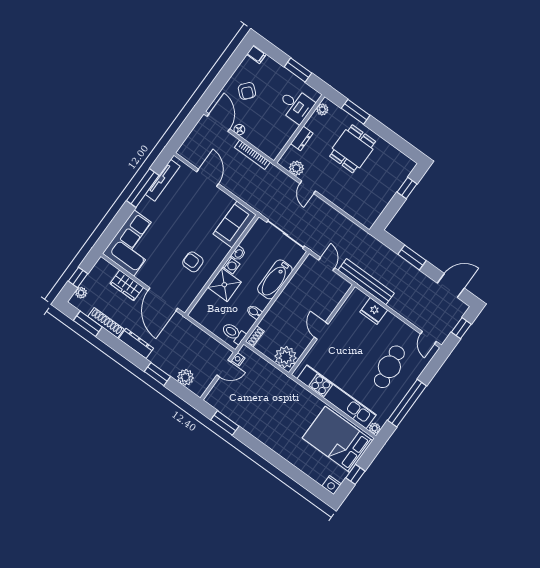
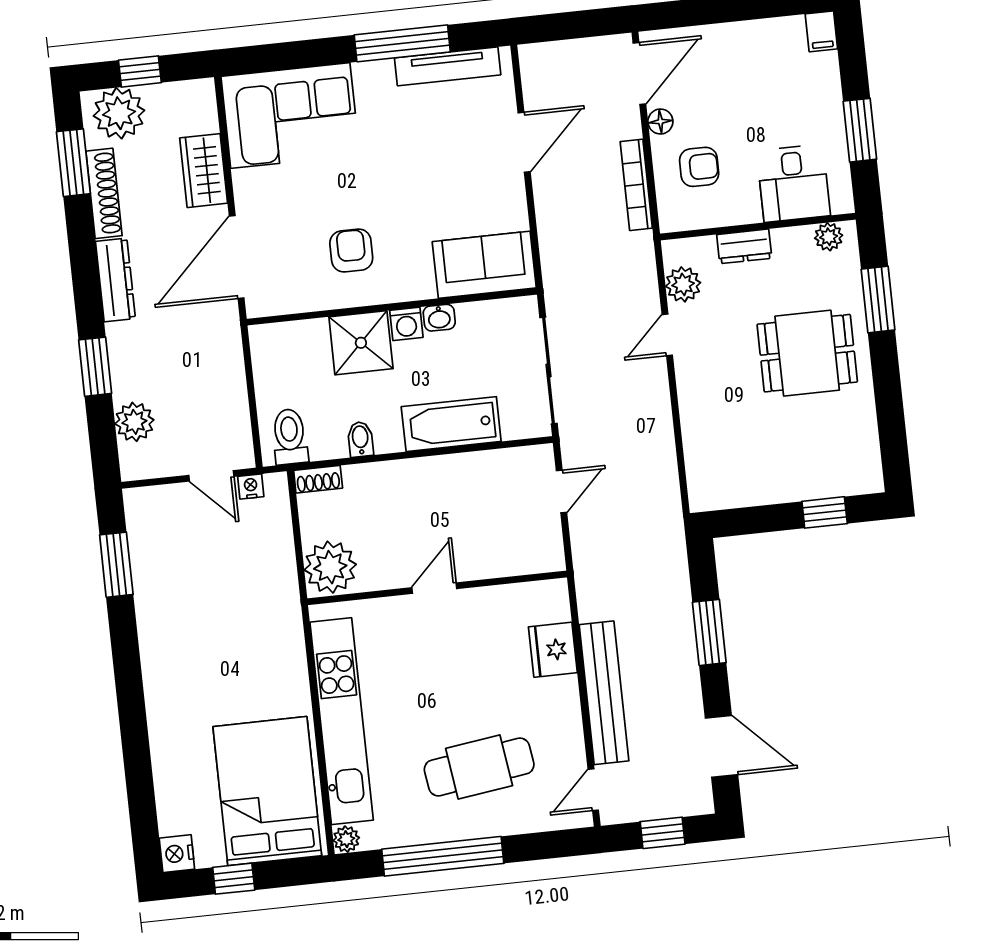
armchair: (247, 91) -> (699, 167), moved, turned -131
bench: (366, 282) -> (604, 693), moved
plant: (81, 293) -> (119, 113), width x1.88, depth x1.88

